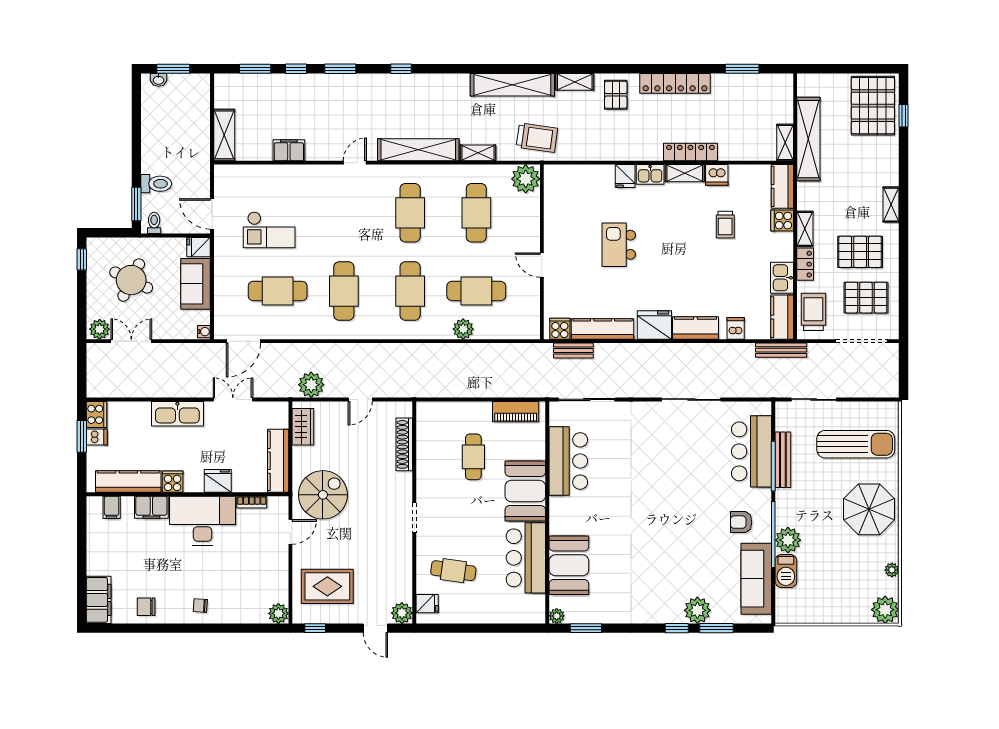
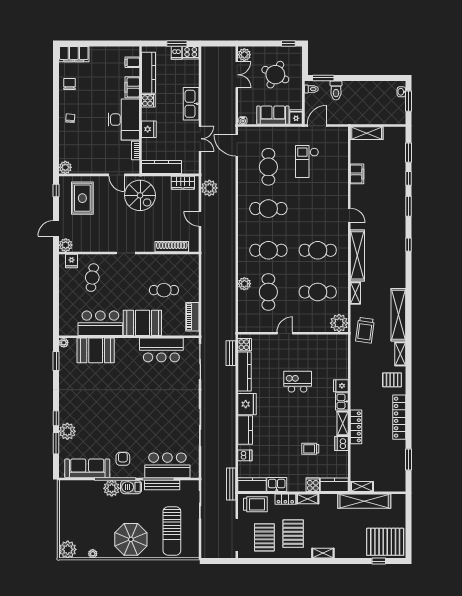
barbecue: (786, 571) -> (131, 487), moved

